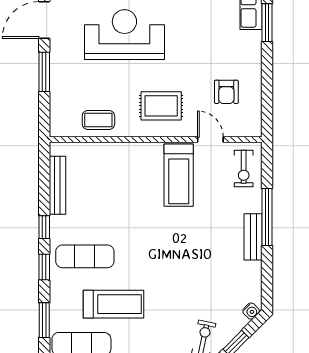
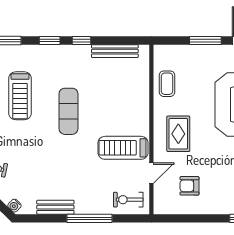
bench: (253, 237) -> (55, 207), moved
exercise mat: (85, 256) -> (68, 111), moved

